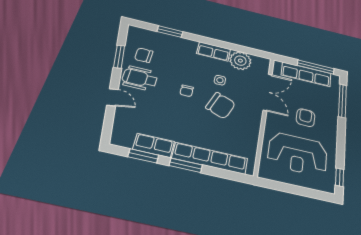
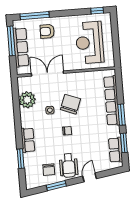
row of seats: (214, 51) -> (28, 140), moved
armchair: (305, 118) -> (47, 31), moved
row of seats: (154, 145) -> (116, 150), moved
reception desk: (298, 154) -> (90, 43), turned 180

